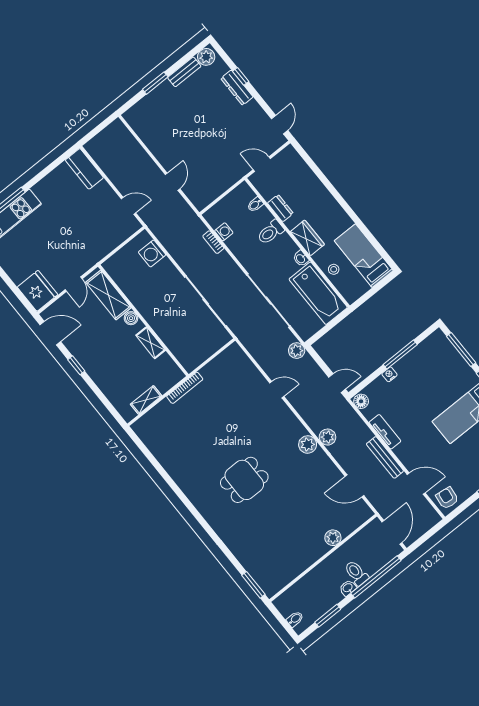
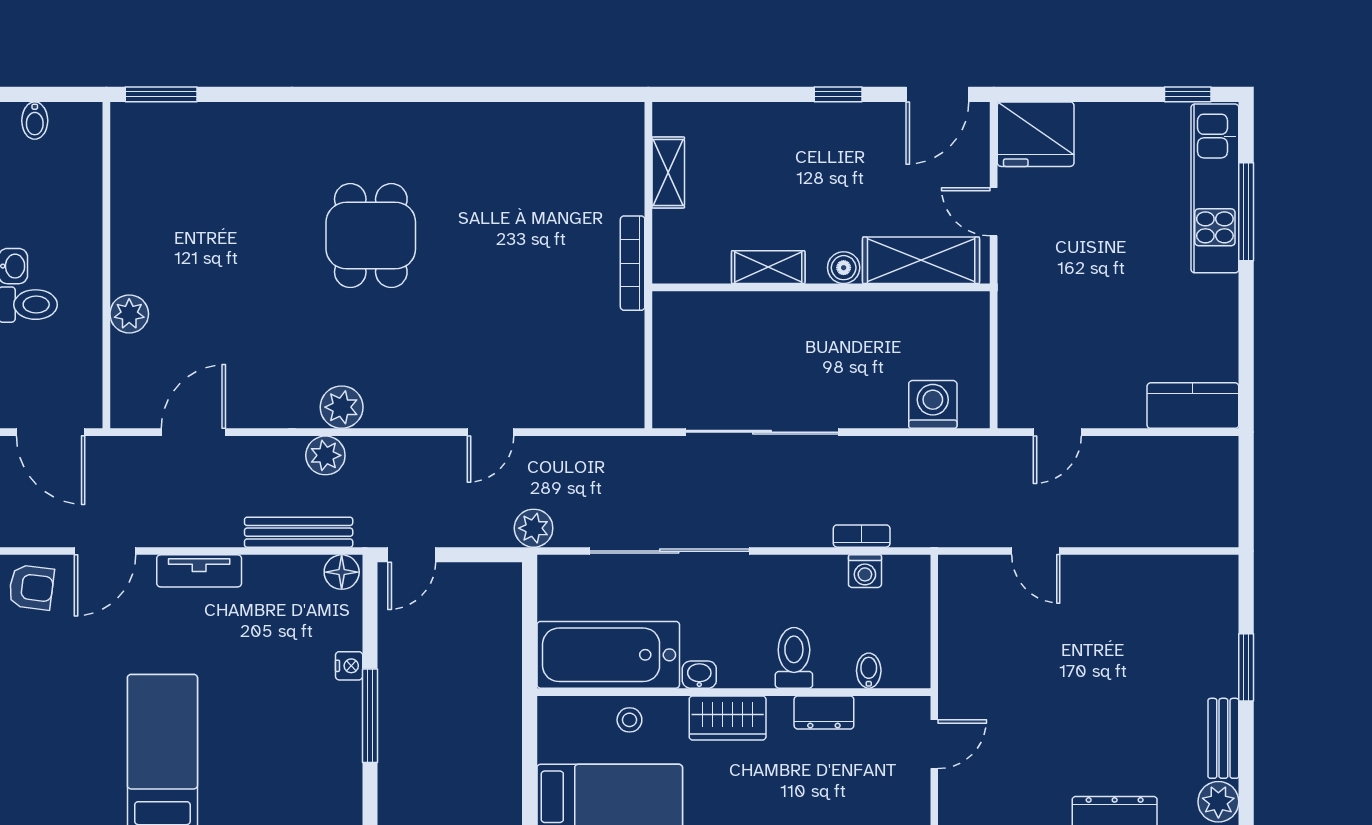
tv unit: (385, 432) -> (199, 571), moved
bench: (385, 457) -> (299, 532), moved

